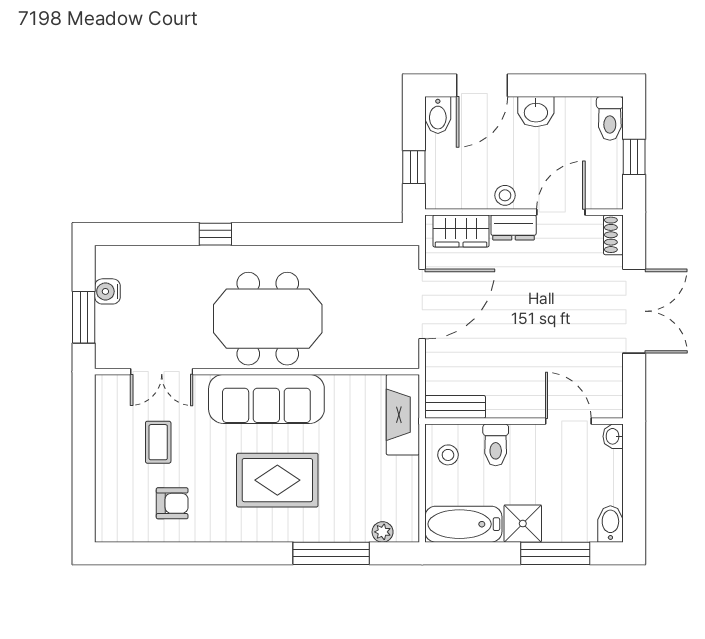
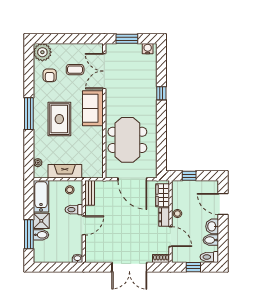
bidet: (438, 115) -> (211, 240), moved
water cooler: (107, 291) -> (148, 49), moved
meeting table: (268, 319) -> (127, 140), moved
double door: (162, 372) -> (104, 71), width x1.37
sofa: (266, 399) -> (93, 108), width x0.73
fireplace: (403, 415) -> (65, 171), moved
door: (568, 421) -> (84, 225), moved
plant: (116, 521) -> (42, 52), added
bidet: (610, 524) -> (41, 235), moved
window: (331, 553) -> (29, 114), moved

